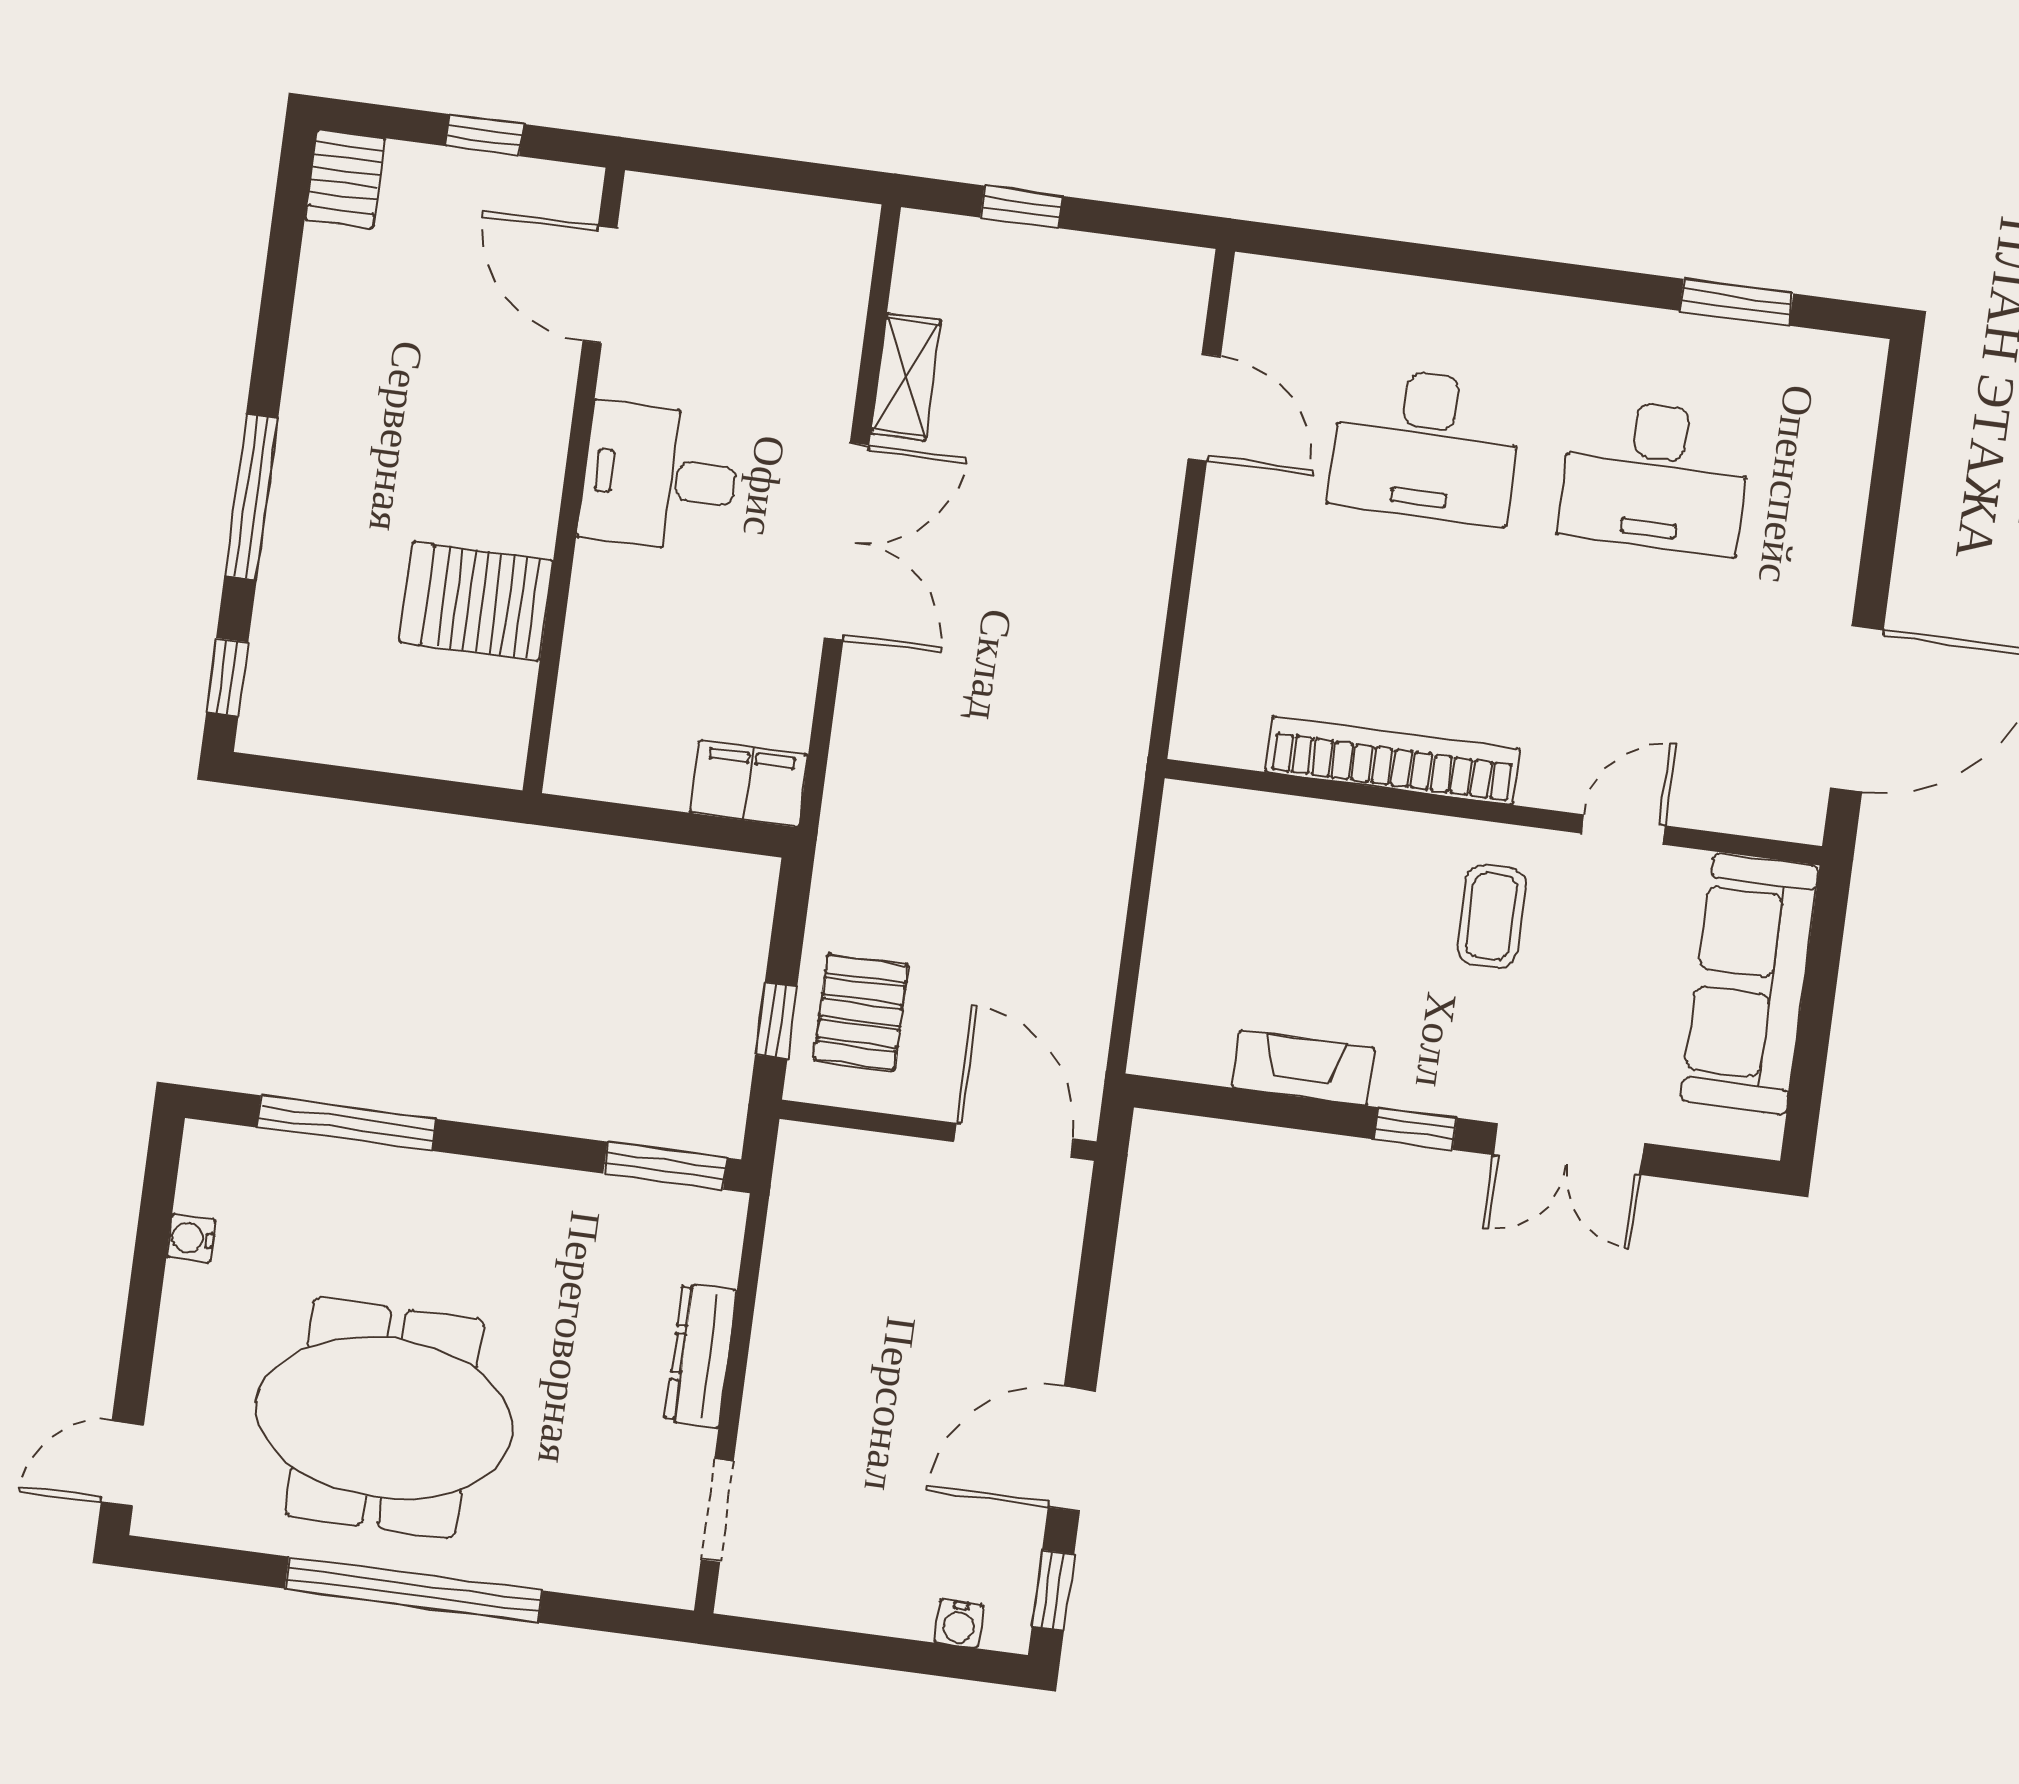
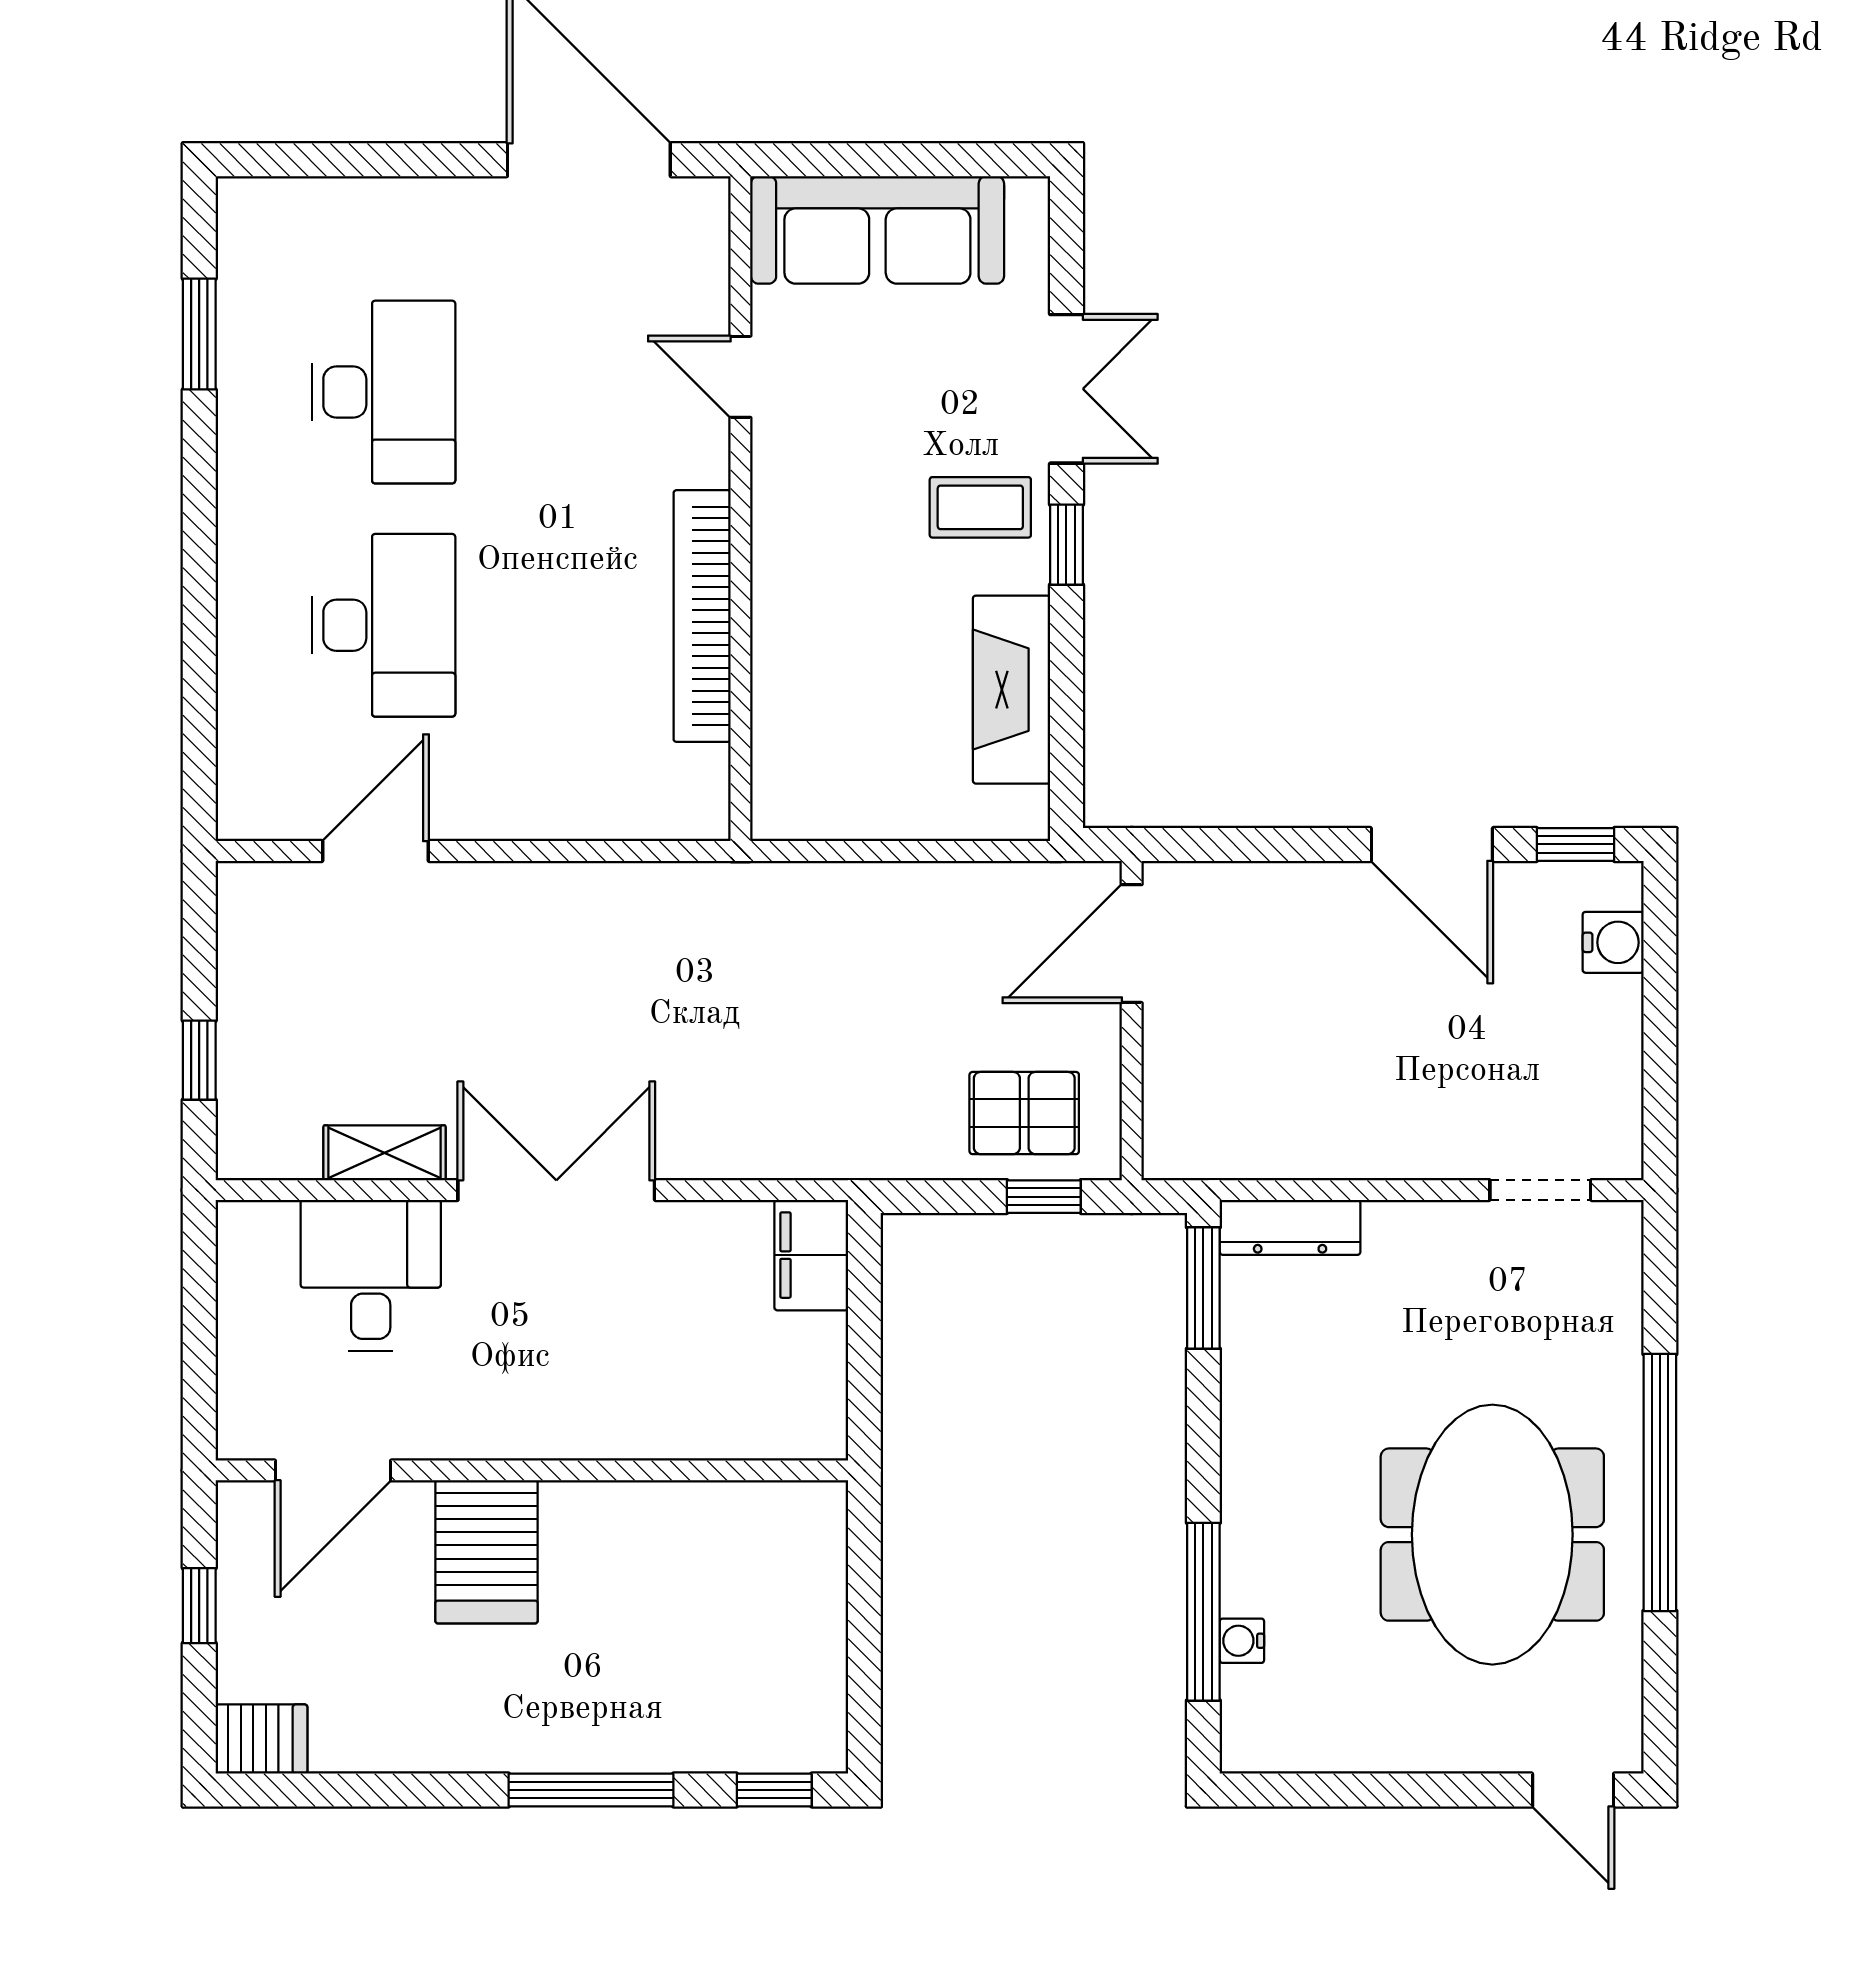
desk: (660, 478) -> (371, 1275), moved, turned 180
server rack: (476, 601) -> (486, 1552), moved
coffee table: (1491, 916) -> (980, 507), moved
fireplace: (1303, 1068) -> (1012, 690), width x1.37, depth x1.32
water cooler: (191, 1238) -> (1242, 1641), moved, turned 90
dresser: (701, 1356) -> (1290, 1227), moved
water cooler: (959, 1624) -> (1613, 942), width x1.38, depth x1.38

